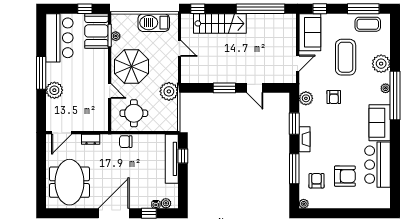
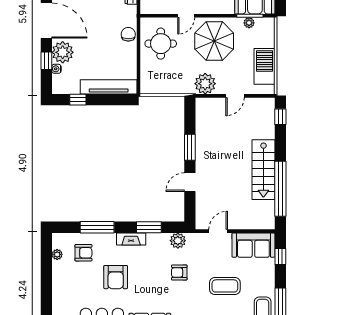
stairs: (220, 23) -> (263, 170), moved
coffee table: (346, 57) -> (225, 286), width x0.73, depth x0.76
door: (298, 63) -> (218, 231), swing flipped
plant: (169, 91) -> (205, 84), moved
window: (183, 156) -> (78, 100), moved
armchair: (345, 176) -> (116, 277), moved
plant: (166, 203) -> (63, 52), moved, width x1.87, depth x1.87
plant: (304, 204) -> (57, 254), moved

